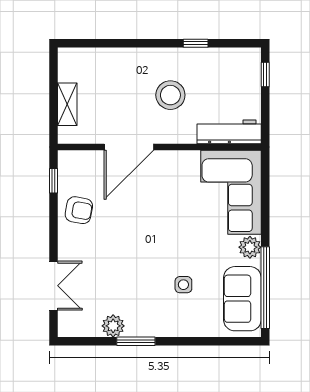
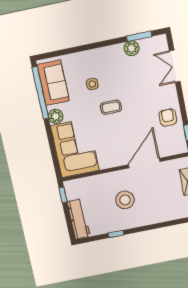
window: (265, 75) -> (63, 195), moved
workbench: (229, 132) -> (79, 219), moved, turned -90
armchair: (79, 210) -> (168, 118), turned 80
coffee table: (162, 244) -> (111, 107), added
window: (136, 341) -> (139, 36), moved

